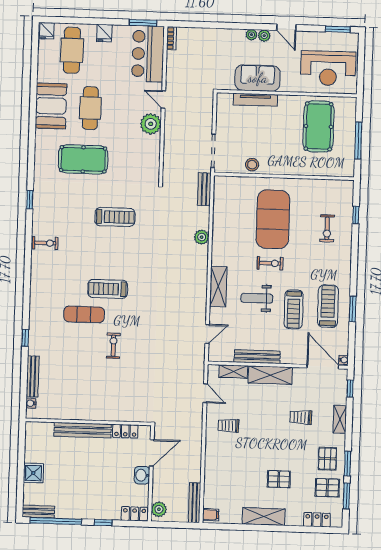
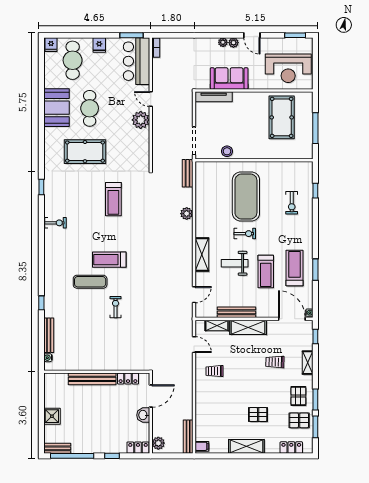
tv unit: (255, 100) -> (214, 97), moved
treadmill: (115, 217) -> (113, 199), turned 90

